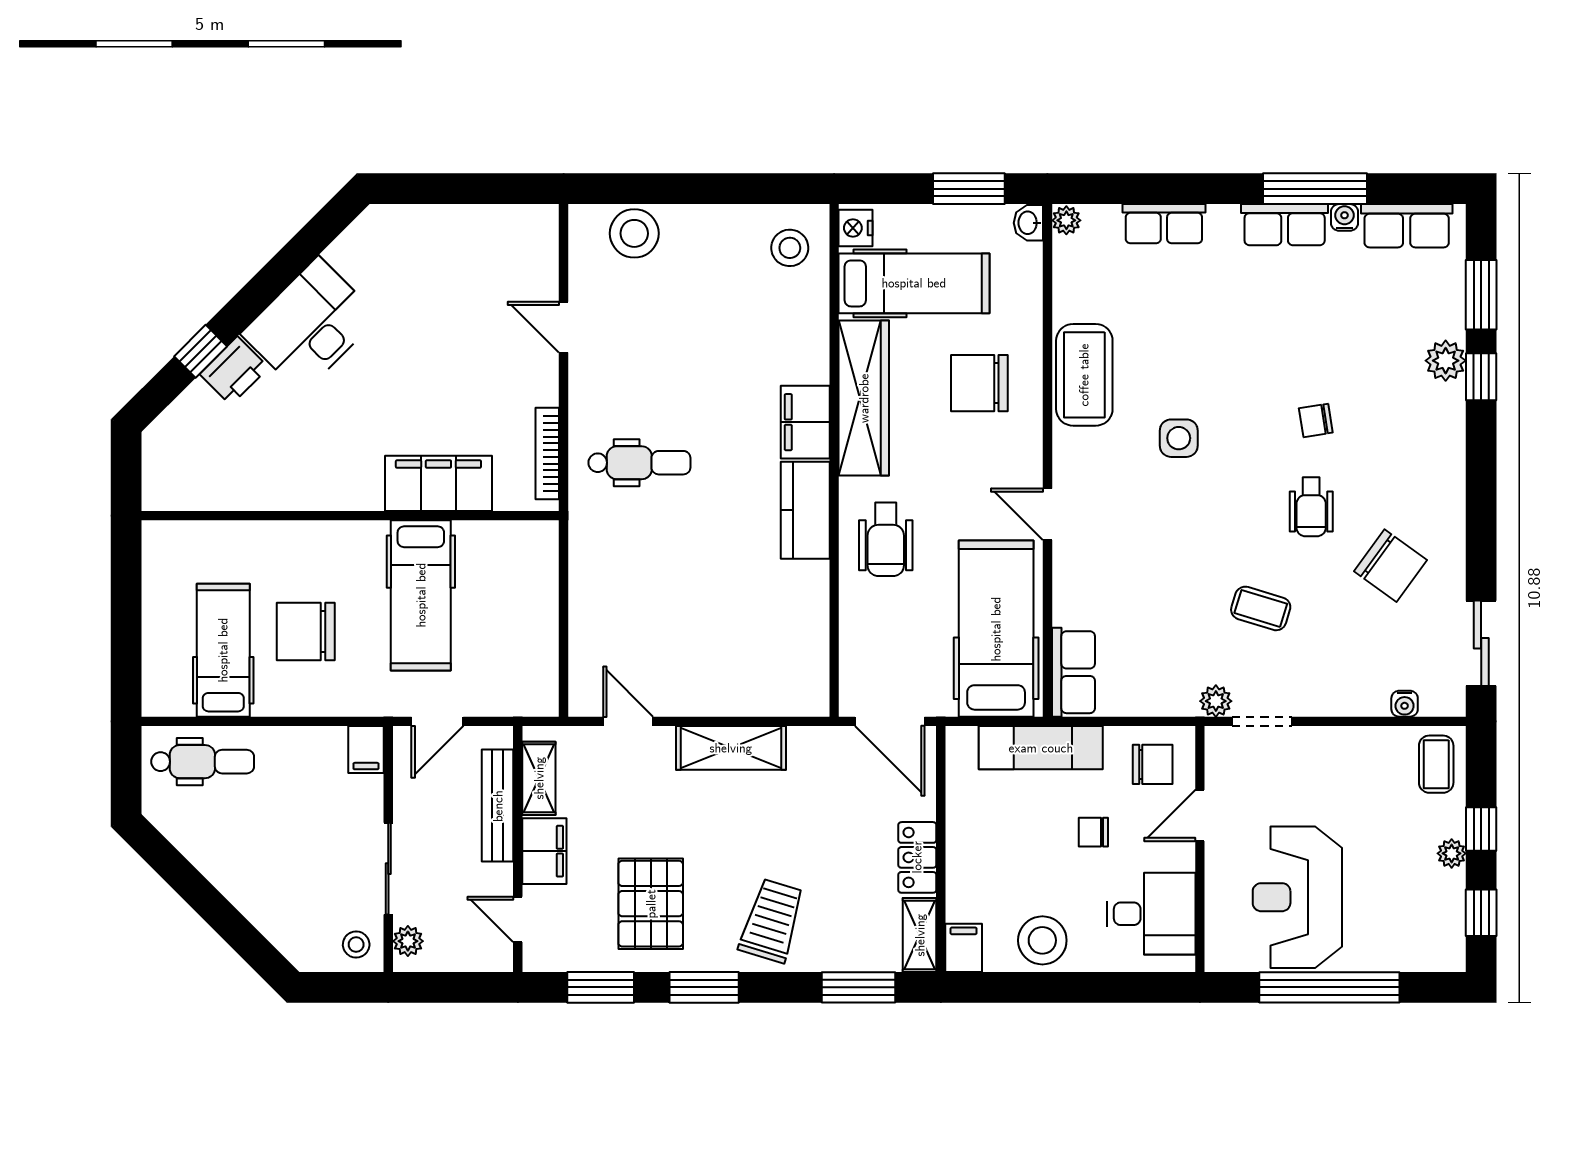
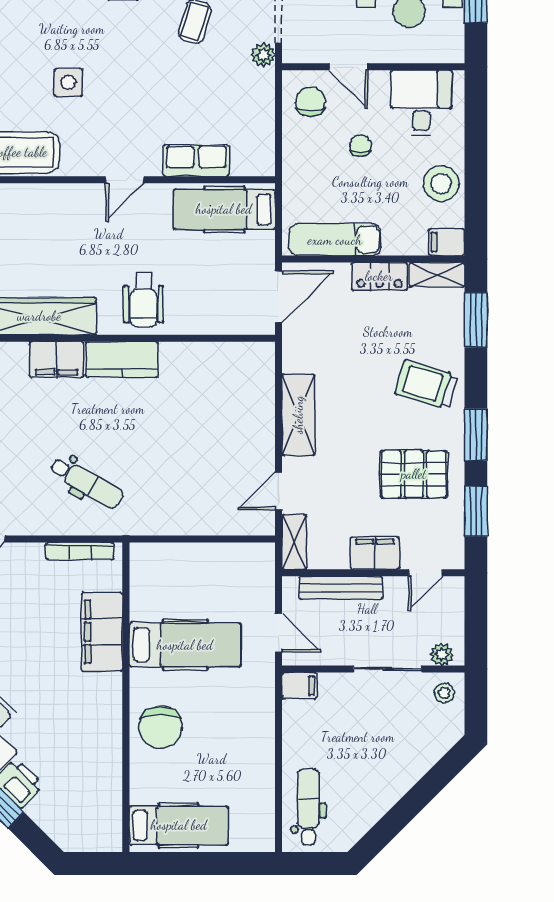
chair: (979, 383) -> (27, 230), removed
dental chair: (639, 463) -> (87, 483), turned 119
wheelchair: (886, 539) -> (143, 300), turned 90
hospital bed: (996, 629) -> (224, 209), width x0.73, depth x0.78
chair: (306, 631) -> (160, 727), moved
hospital bed: (223, 650) -> (179, 825), moved, turned 180
row of seats: (1073, 672) -> (196, 161), moved
exam couch: (1041, 748) -> (335, 240), moved, turned -90
shelving: (539, 778) -> (294, 542), moved, turned 90
chair: (1093, 832) -> (361, 146), turned 180

